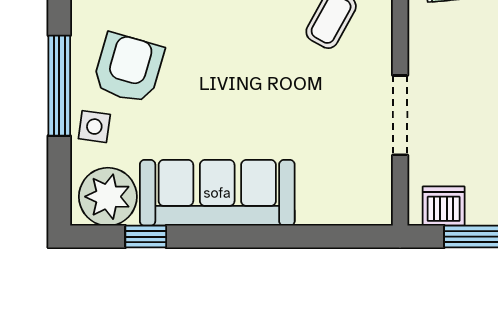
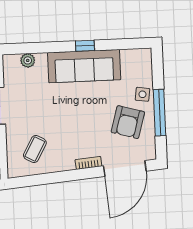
plant: (108, 197) -> (28, 60), moved, width x0.53, depth x0.53
window: (146, 237) -> (85, 46), moved

